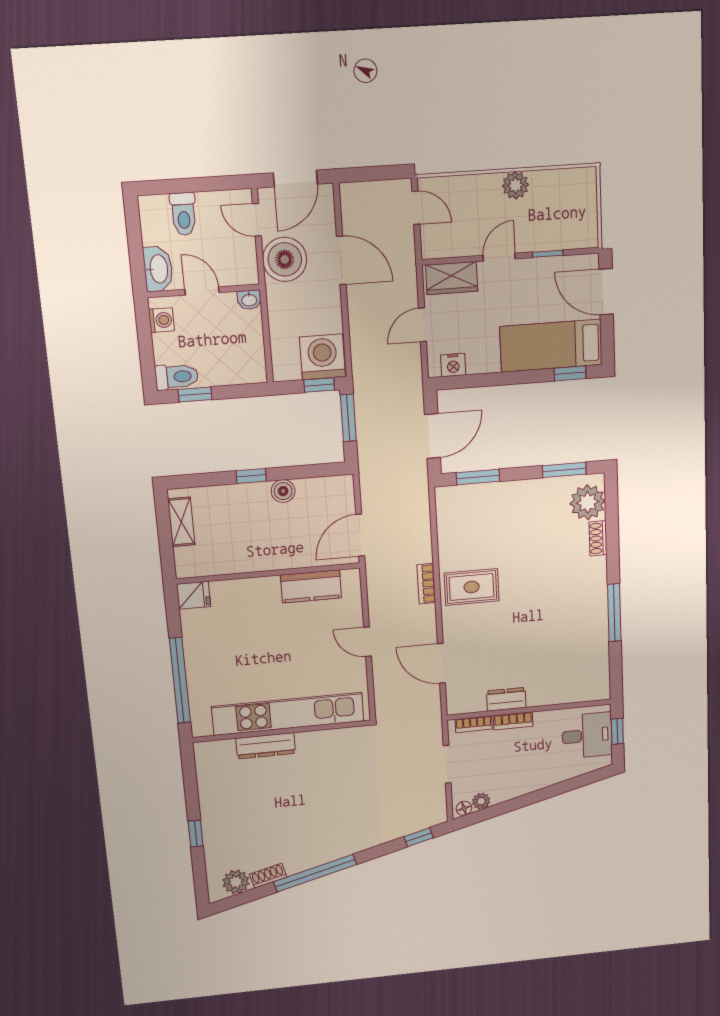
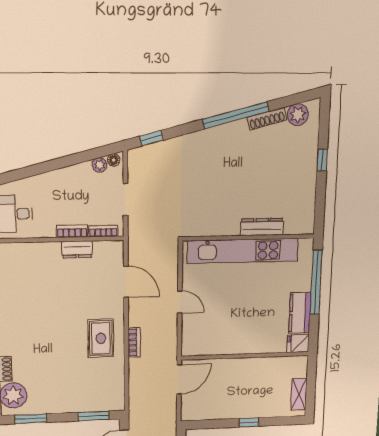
boiler: (283, 491) -> (229, 412), removed
kitchen counter: (311, 586) -> (300, 313), moved, turned -90
rug: (472, 587) -> (101, 338), turned 90
shoe rack: (268, 876) -> (267, 119), width x1.43

